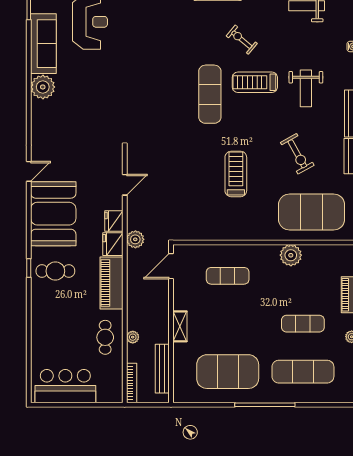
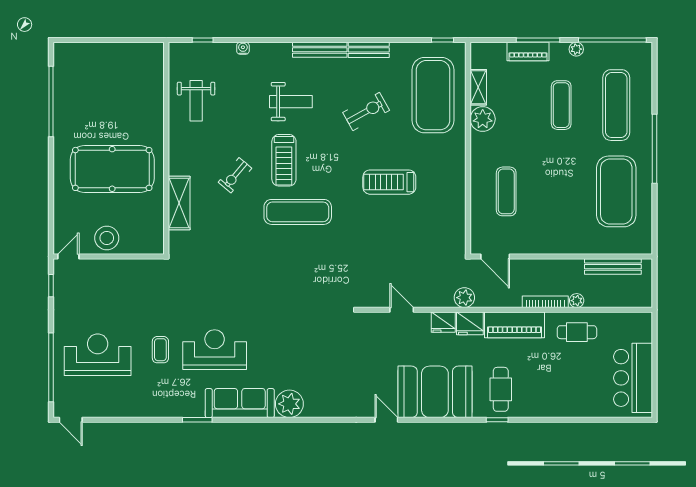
shelving: (180, 326) -> (478, 87), moved, turned 90
bookcase: (132, 383) -> (545, 302), moved

